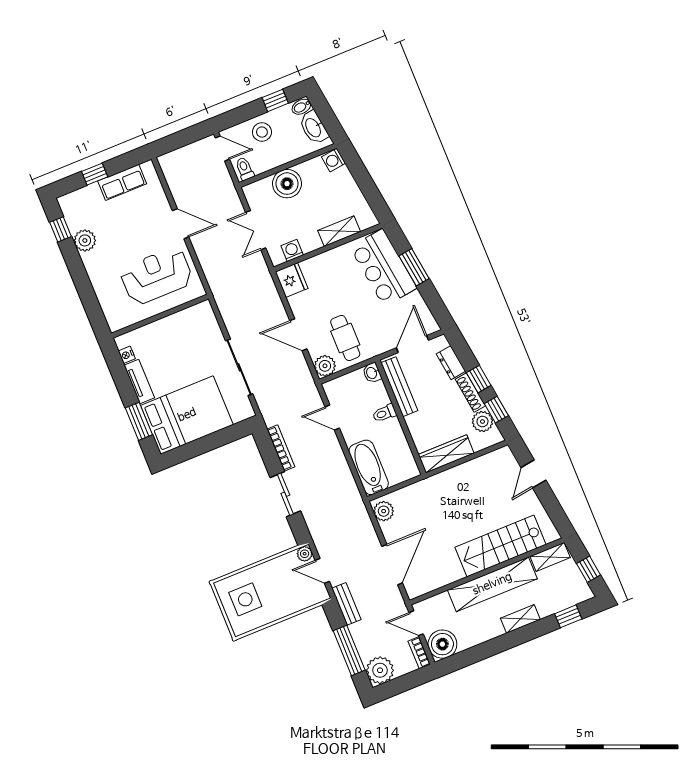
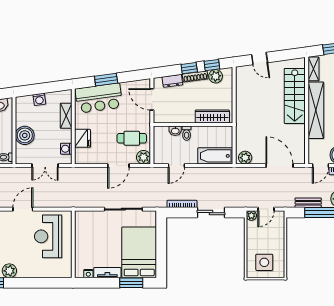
washing machine: (333, 160) -> (39, 99), moved
fridge: (292, 280) -> (83, 138), moved, turned 90
washbasin: (372, 373) -> (175, 131), moved
bench: (399, 387) -> (174, 118), removed
wardrobe: (446, 454) -> (212, 116), moved, turned 90
bench: (346, 604) -> (308, 203), moved

